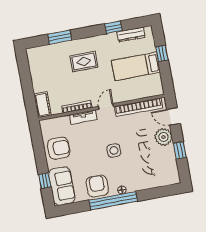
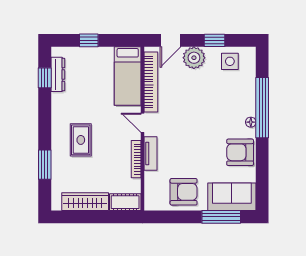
window: (113, 27) -> (45, 78), moved
bed: (136, 66) -> (128, 76), moved
wardrobe: (37, 74) -> (85, 202), added
armchair: (59, 148) -> (184, 192), turned 90
side table: (114, 150) -> (230, 61), moved
window: (45, 181) -> (221, 217), width x2.17
window: (113, 201) -> (262, 108), moved

